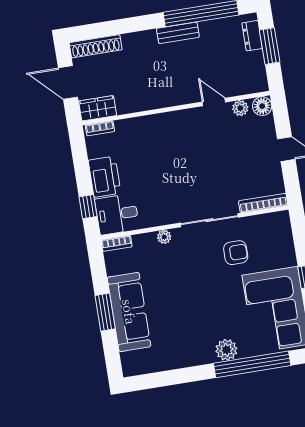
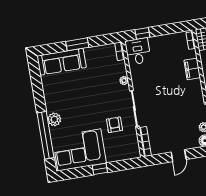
filing cabinet: (146, 126) -> (192, 69), added
printer: (105, 177) -> (161, 43), removed
armchair: (236, 253) -> (114, 125), turned 180
sofa: (129, 312) -> (62, 62), moved

